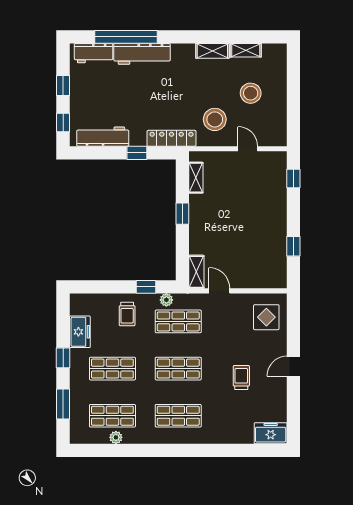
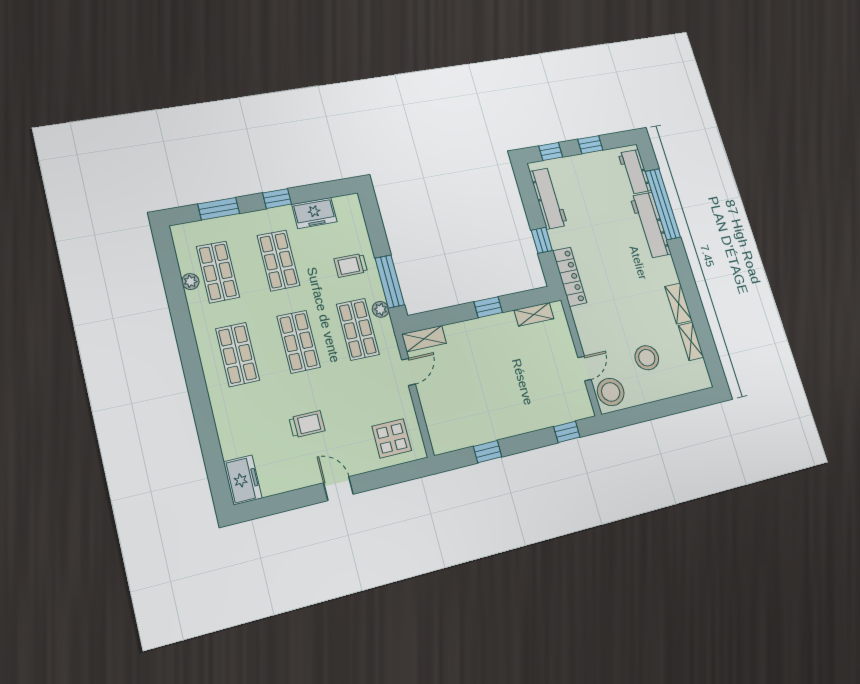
stool: (215, 119) -> (611, 392), moved
window: (146, 287) -> (390, 282), width x2.17

